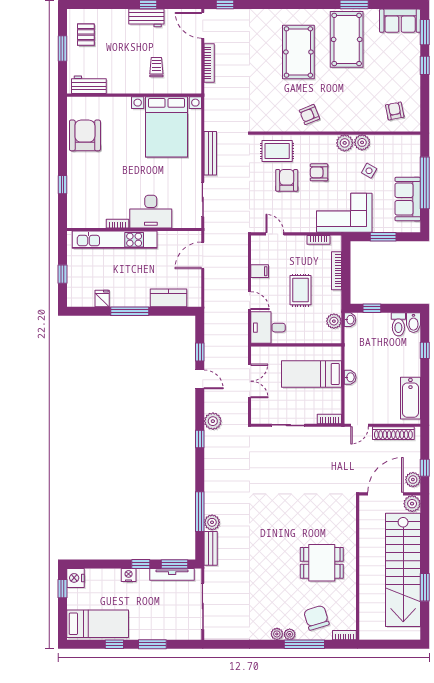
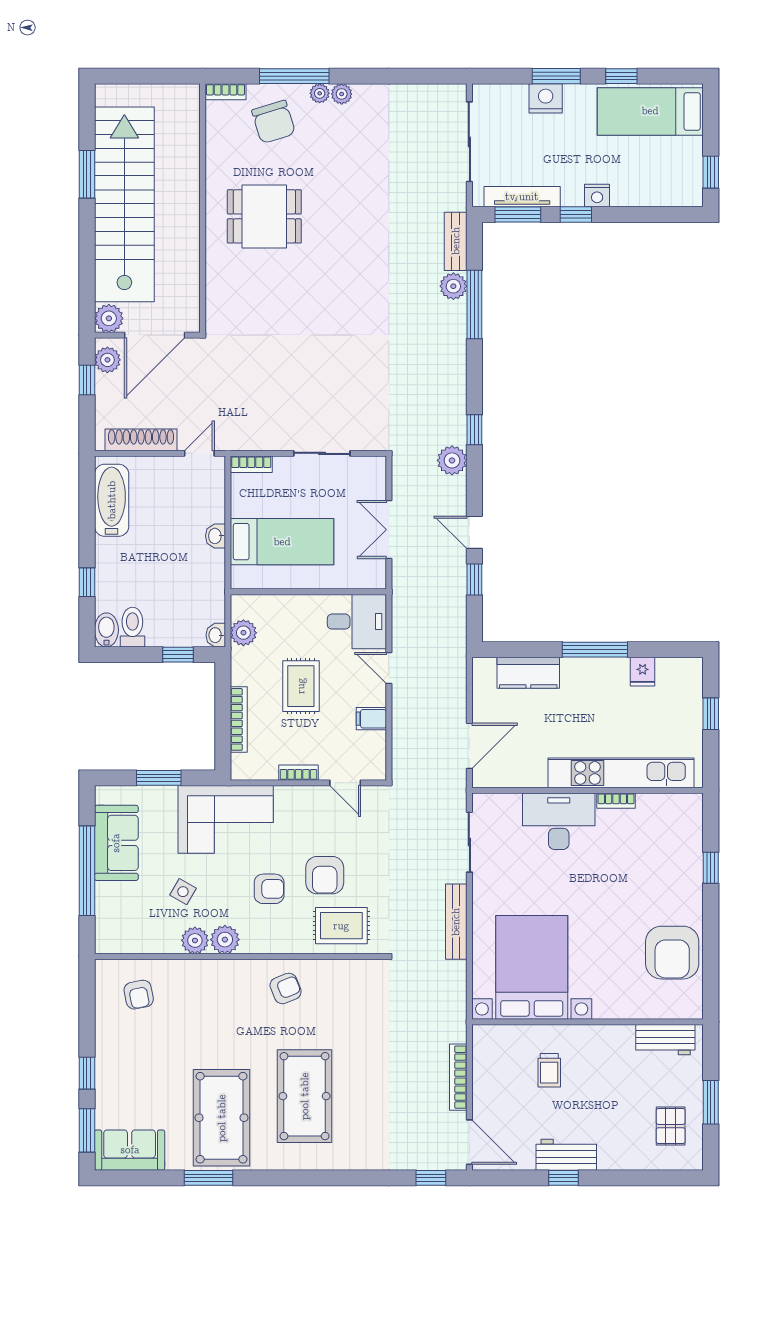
bookcase: (319, 240) -> (298, 773), moved
nightstand: (75, 578) -> (546, 98), moved, turned -90

